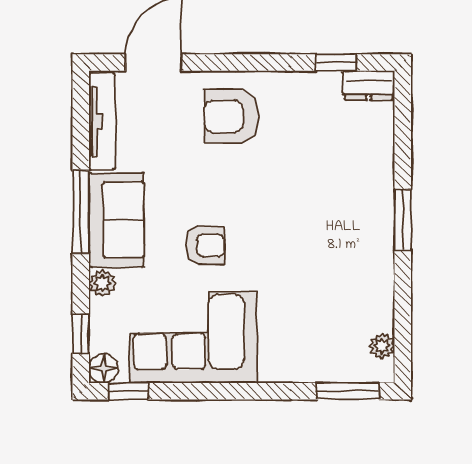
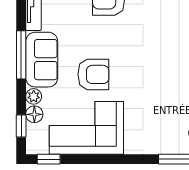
armchair: (205, 245) -> (93, 74), width x1.38, depth x1.38
floor lamp: (104, 368) -> (34, 114), moved

